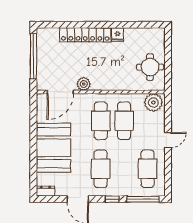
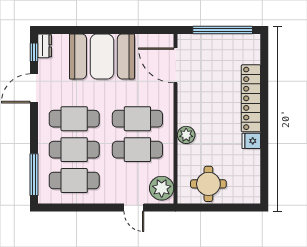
plant: (84, 84) -> (186, 135), moved
door: (168, 140) -> (134, 207), moved
cafe table: (124, 169) -> (74, 150), added
window: (112, 199) -> (34, 52), moved

